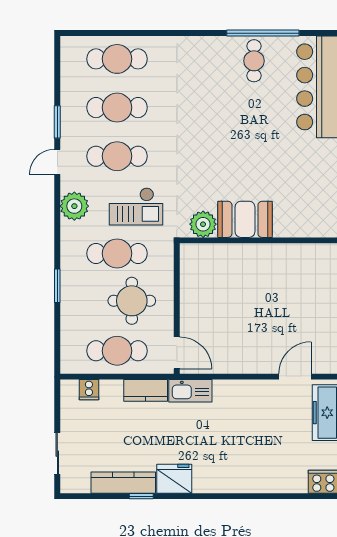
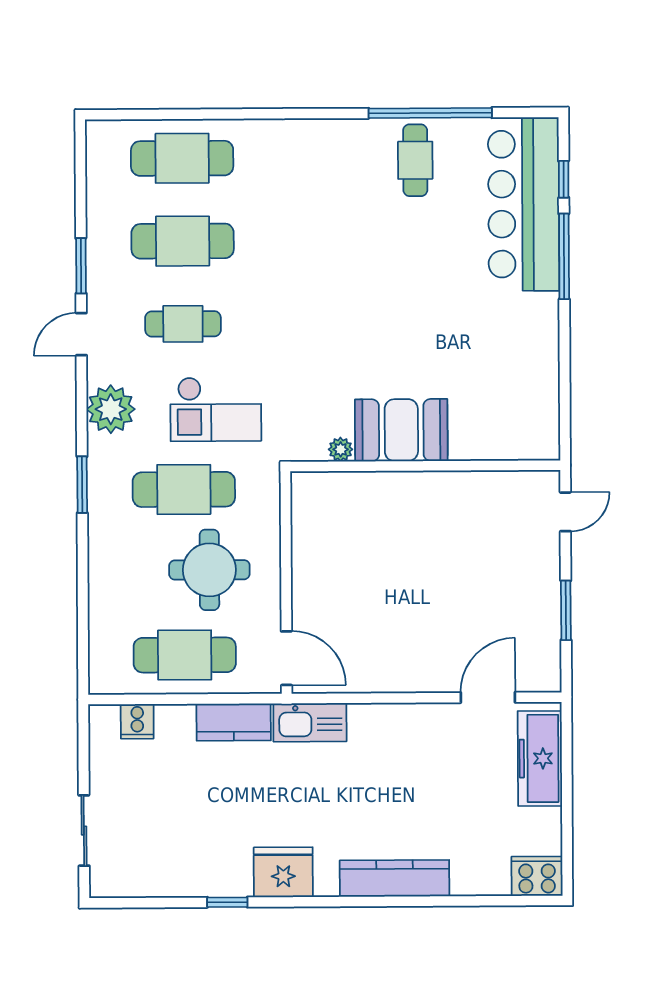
cafe table: (117, 156) -> (183, 324), width x0.73, depth x0.74
plant: (203, 224) -> (341, 449), width x0.53, depth x0.53
window: (57, 286) -> (82, 485), moved
kitchen counter: (123, 483) -> (395, 878), moved

